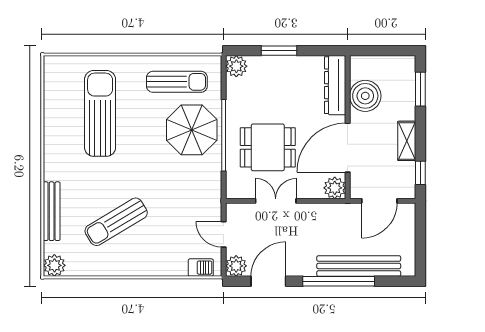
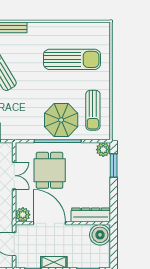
window: (279, 51) -> (114, 166), moved
boiler: (365, 96) -> (100, 235), moved

